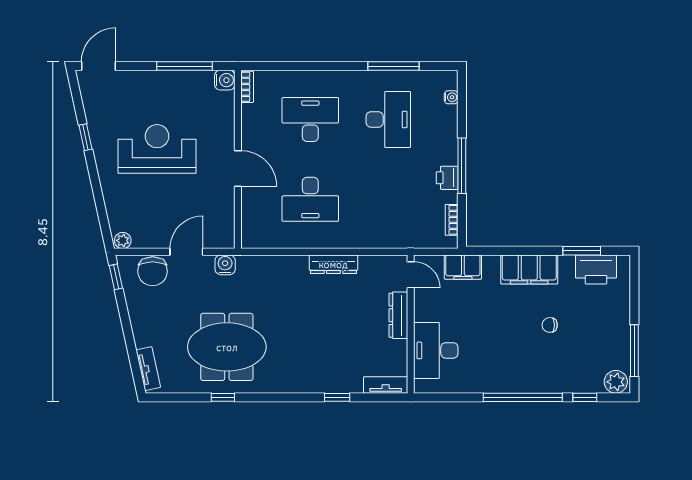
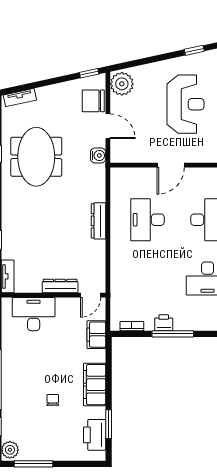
plant: (123, 240) -> (122, 84), width x1.87, depth x1.87
dresser: (333, 264) -> (99, 221), moved

